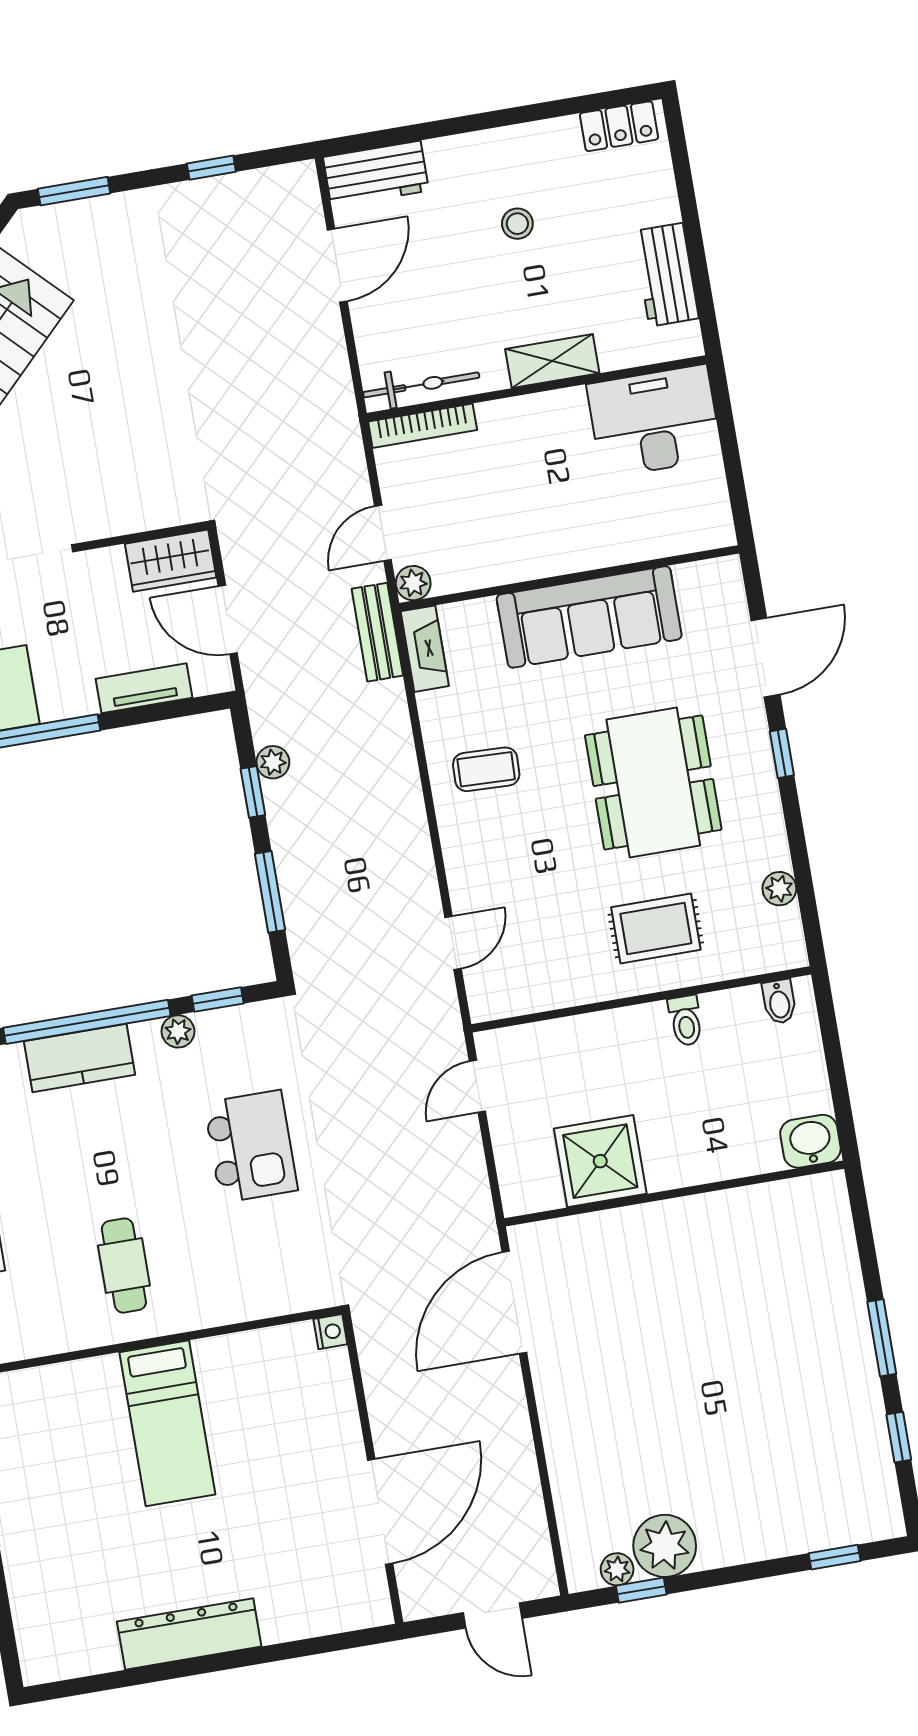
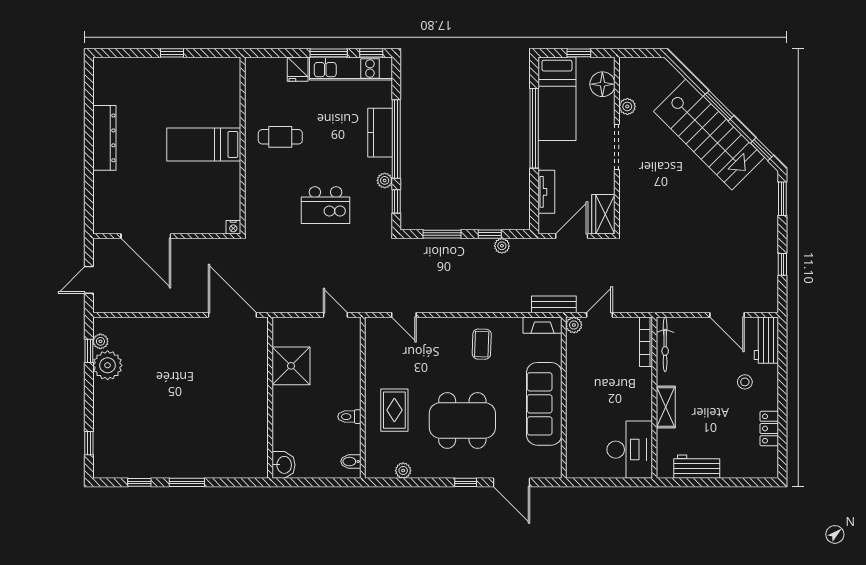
locker: (619, 126) -> (769, 429), moved
stool: (517, 224) -> (745, 382), moved
door: (383, 533) -> (599, 315), hinge flipped

